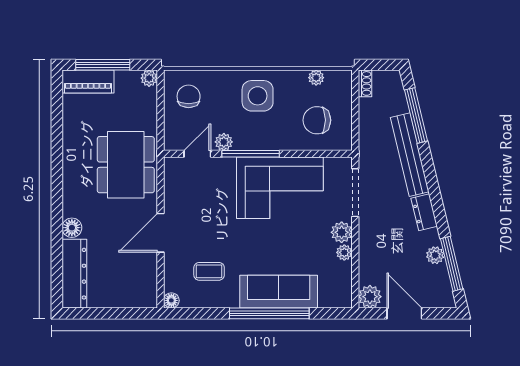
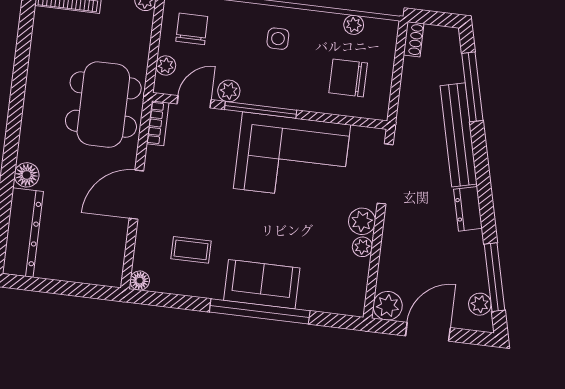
side table: (258, 96) -> (278, 39), width x0.54, depth x0.54
plant: (171, 128) -> (166, 66), added
bookcase: (171, 174) -> (158, 123), added
plant: (435, 255) -> (480, 304), moved
sofa: (279, 292) -> (262, 284), width x0.73
door: (404, 313) -> (428, 332), hinge flipped

